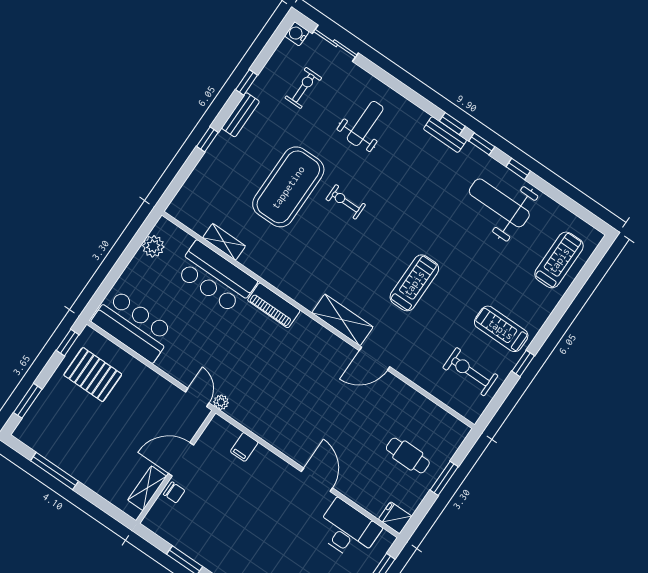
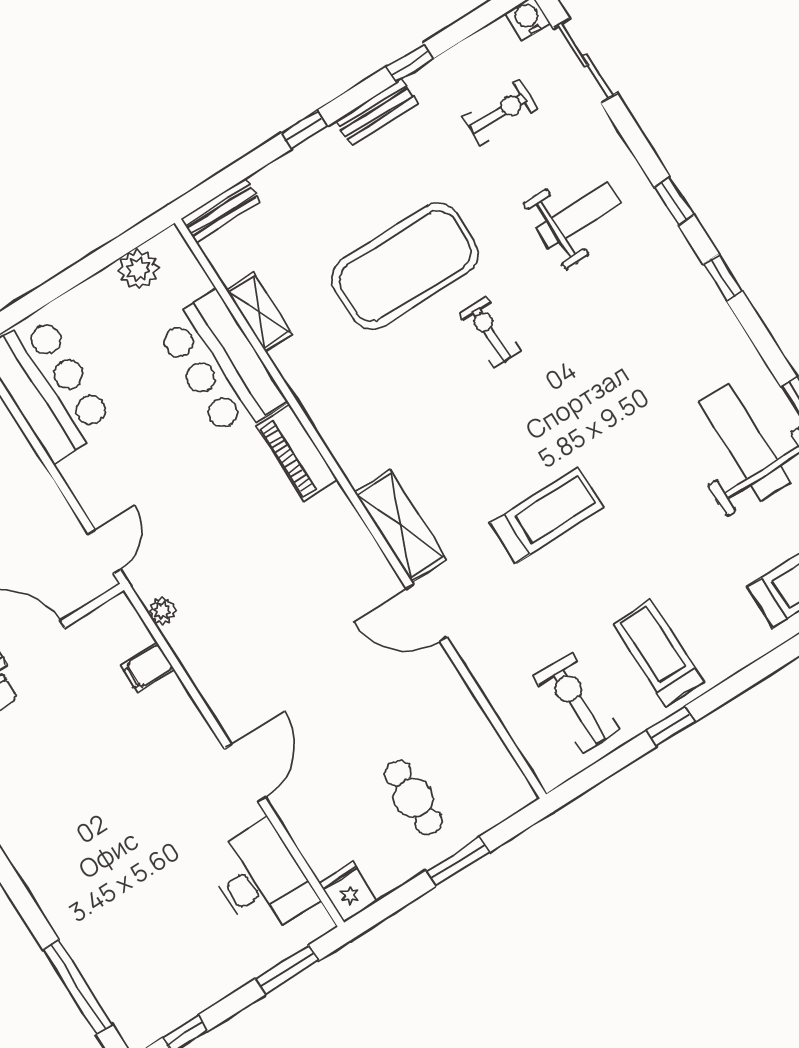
bench: (445, 135) -> (221, 211), moved, turned 90
window: (482, 144) -> (674, 201), moved
plant: (221, 402) -> (162, 611), moved

